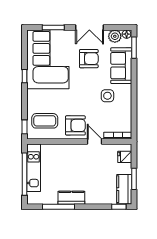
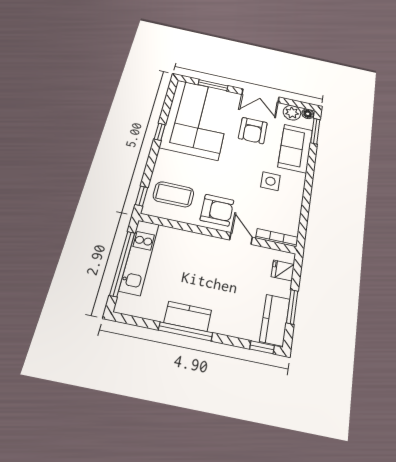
armchair: (89, 59) -> (253, 131), turned 90
window: (59, 207) -> (185, 331), moved

